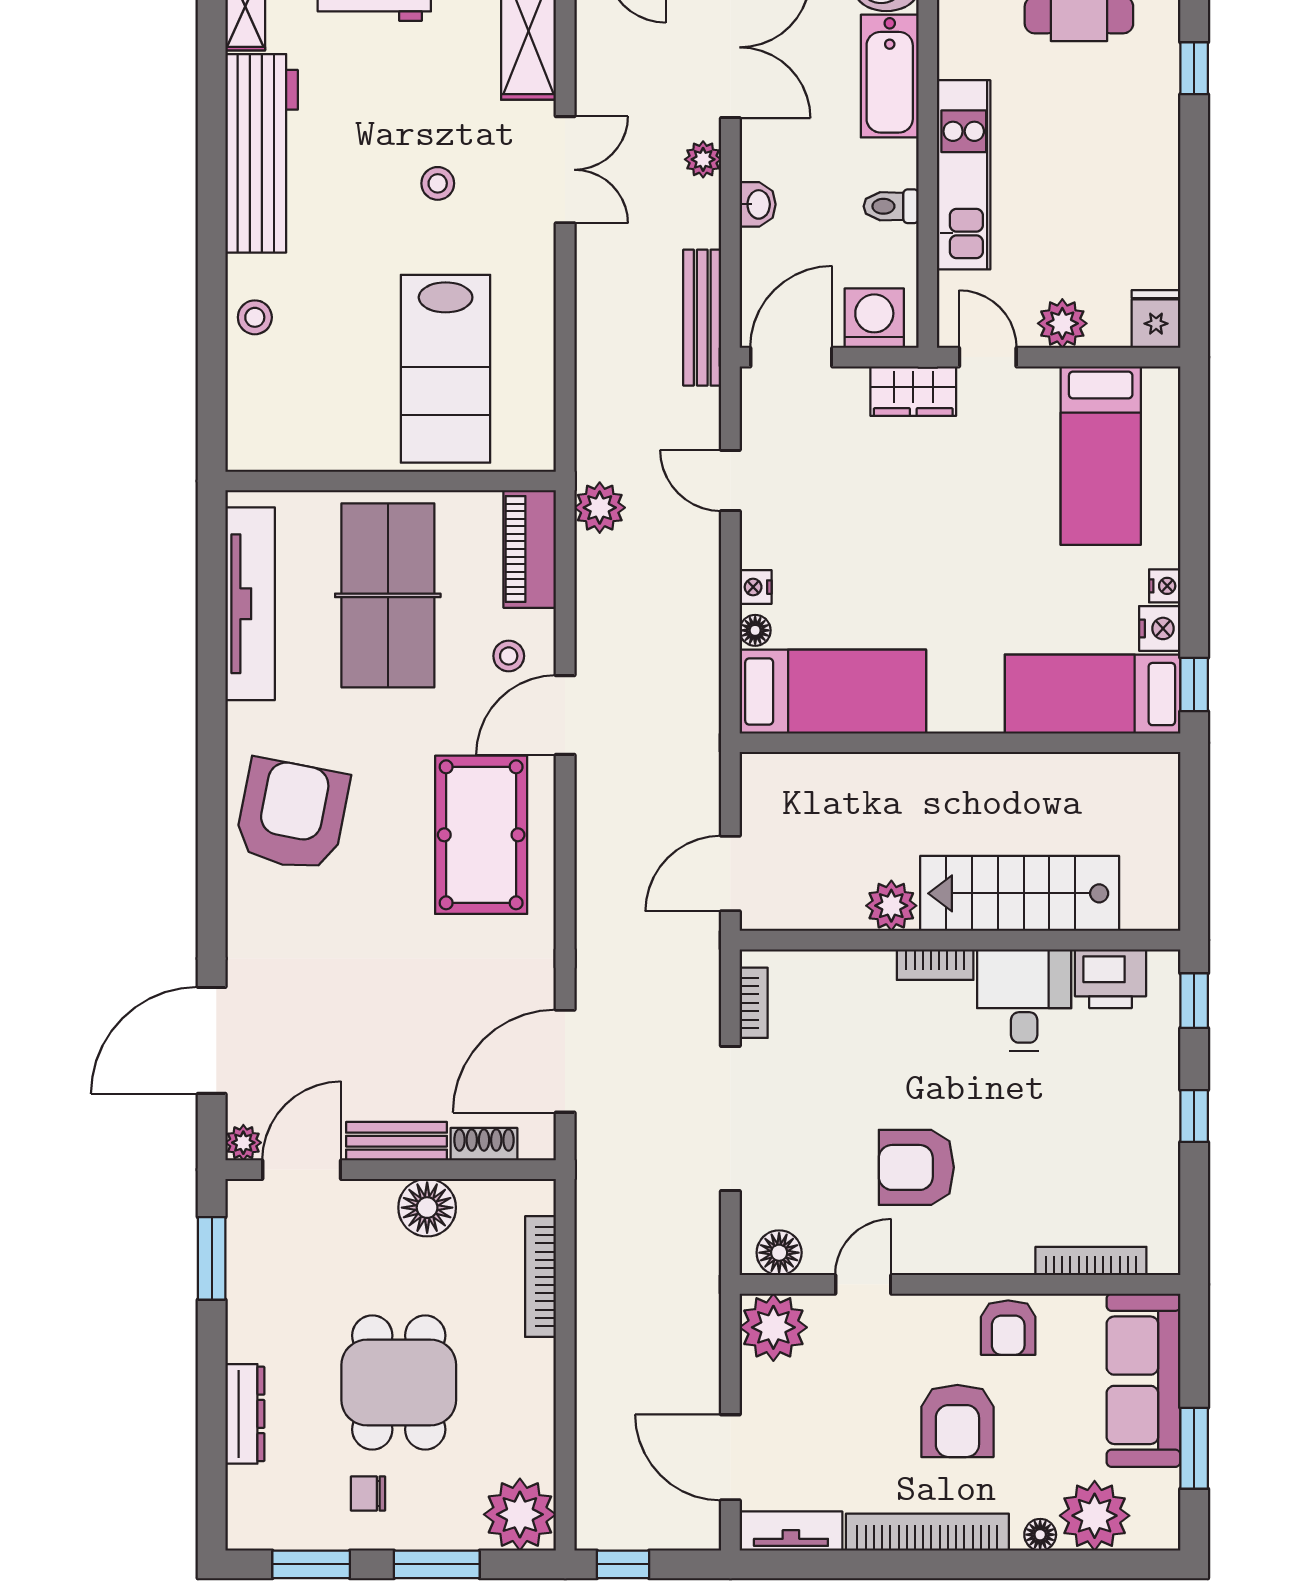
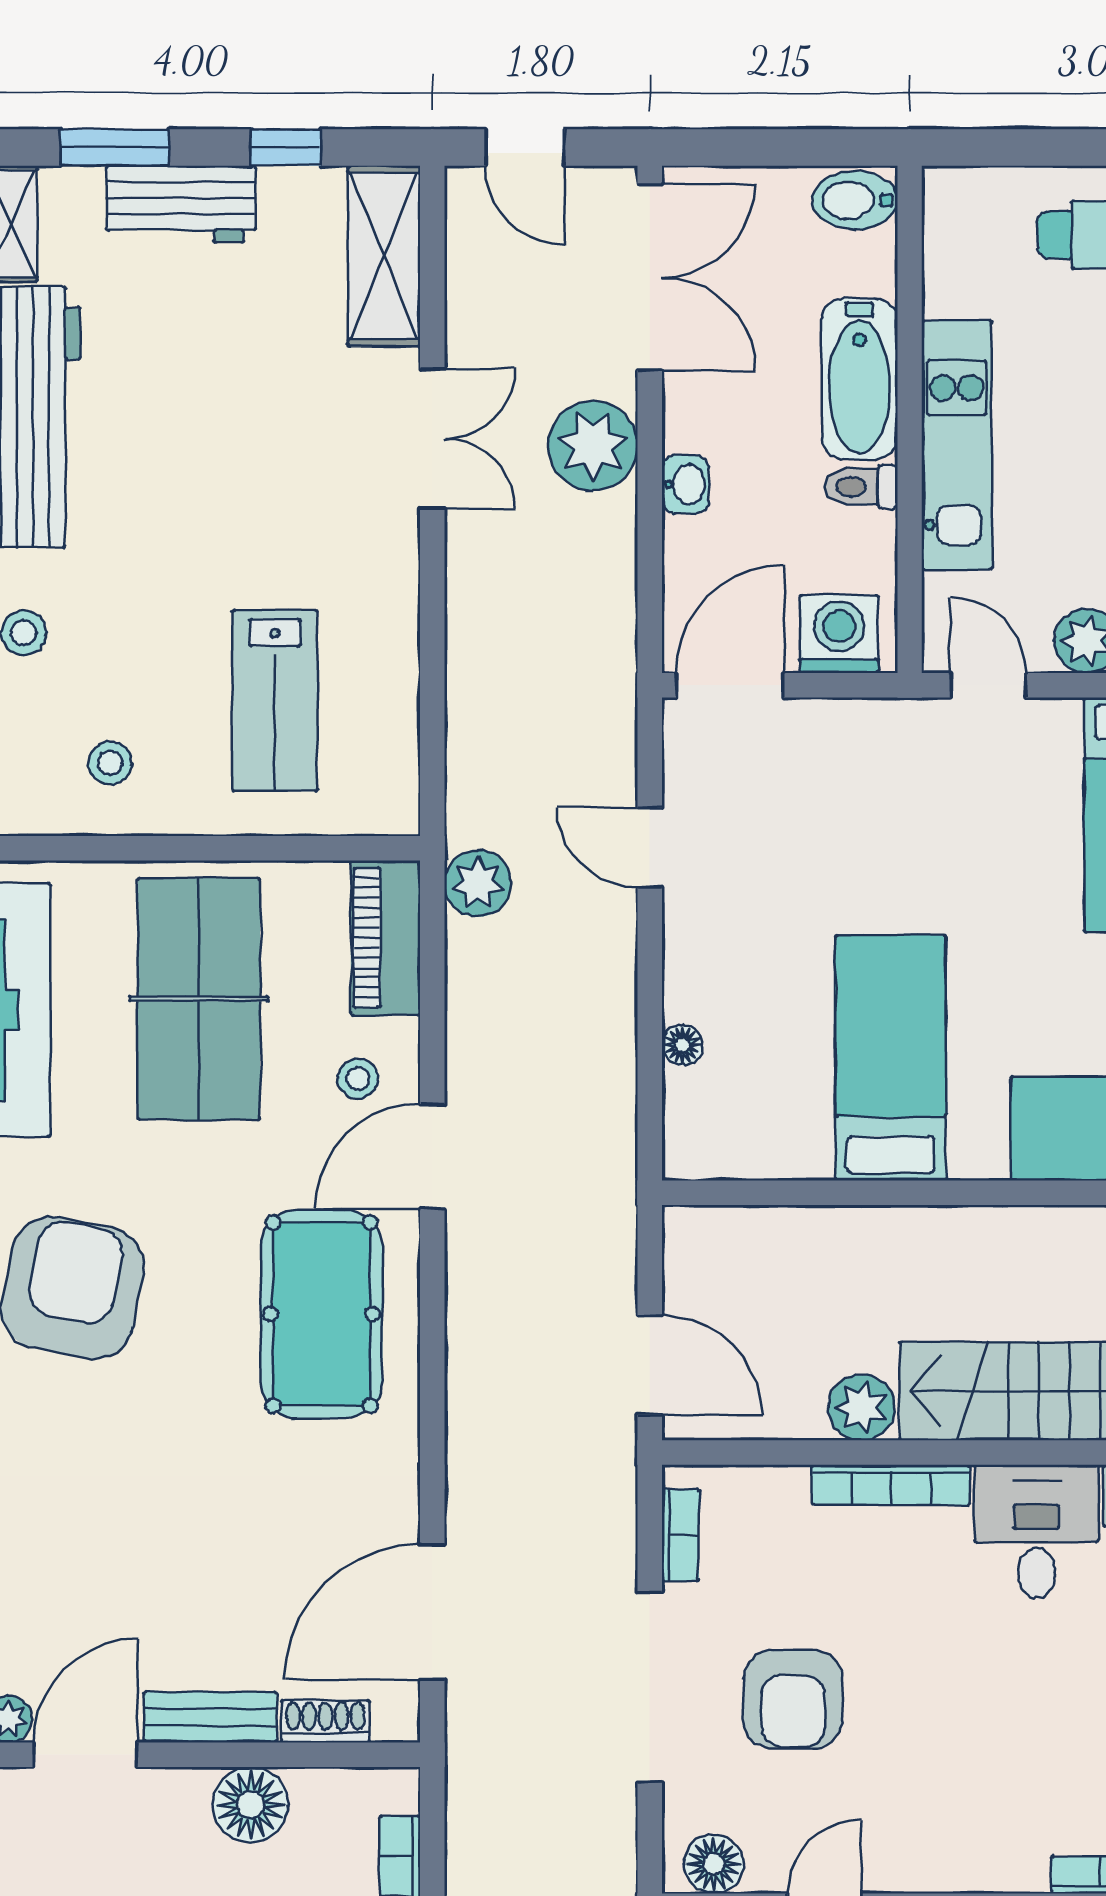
bathtub: (890, 76) -> (859, 379), moved
plant: (703, 159) -> (593, 446), width x1.88, depth x1.88
stool: (438, 183) -> (110, 763), moved
bench: (702, 318) -> (613, 633), removed
lab bench: (446, 369) -> (275, 701), width x0.73, depth x0.72
wardrobe: (913, 391) -> (890, 730), removed
nightstand: (756, 587) -> (683, 988), removed
bed: (833, 692) -> (891, 1058), moved, turned -90
door: (730, 874) -> (650, 1365), swing flipped
bookcase: (935, 965) -> (891, 1485), width x1.56
armchair: (916, 1167) -> (793, 1699), moved, turned -90

